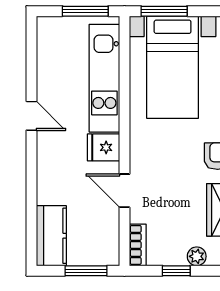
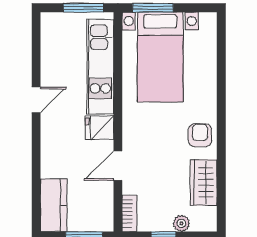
door: (31, 116) -> (36, 100), hinge flipped
door: (124, 191) -> (118, 166), hinge flipped

